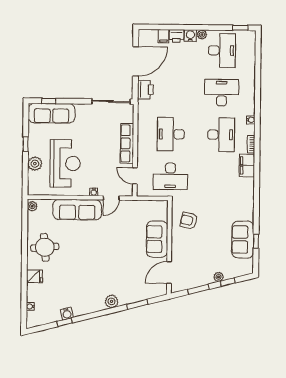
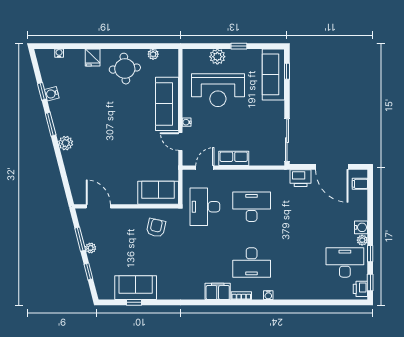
window: (214, 28) -> (370, 254), added
filing cabinet: (163, 36) -> (360, 184), moved
printer: (177, 36) -> (360, 289), moved
desk: (222, 50) -> (345, 262), turned 180
desk: (222, 93) -> (298, 262), removed
row of seats: (127, 143) -> (234, 158), width x0.68
plant: (32, 206) -> (153, 54), moved
sofa: (157, 239) -> (158, 193), moved
plant: (219, 277) -> (91, 248), moved
window: (137, 304) -> (51, 124), moved

